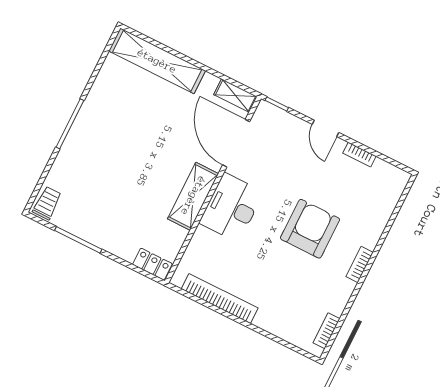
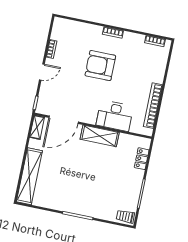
desk: (231, 208) -> (115, 116), moved
locker: (152, 264) -> (142, 159), moved

